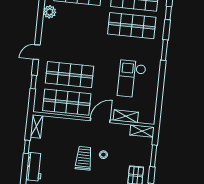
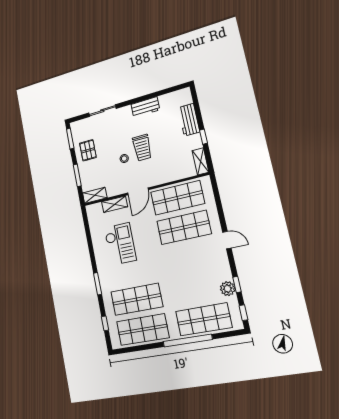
door: (37, 52) -> (227, 240), hinge flipped
window: (34, 82) -> (237, 285), moved

